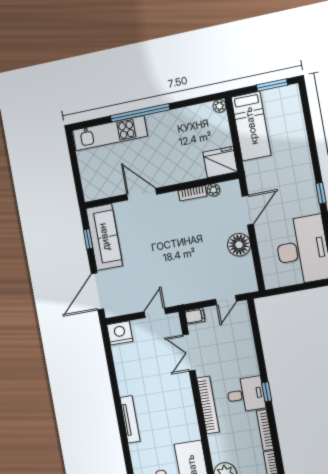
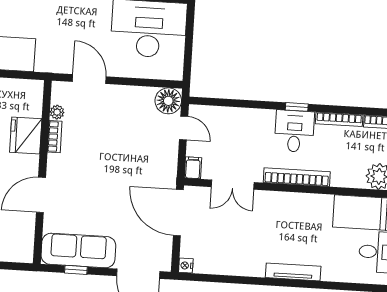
fridge: (220, 162) -> (26, 136), moved
floor lamp: (239, 245) -> (168, 101), moved
door: (155, 313) -> (178, 213), width x1.88
nightstand: (120, 333) -> (186, 266), width x0.53, depth x0.56

